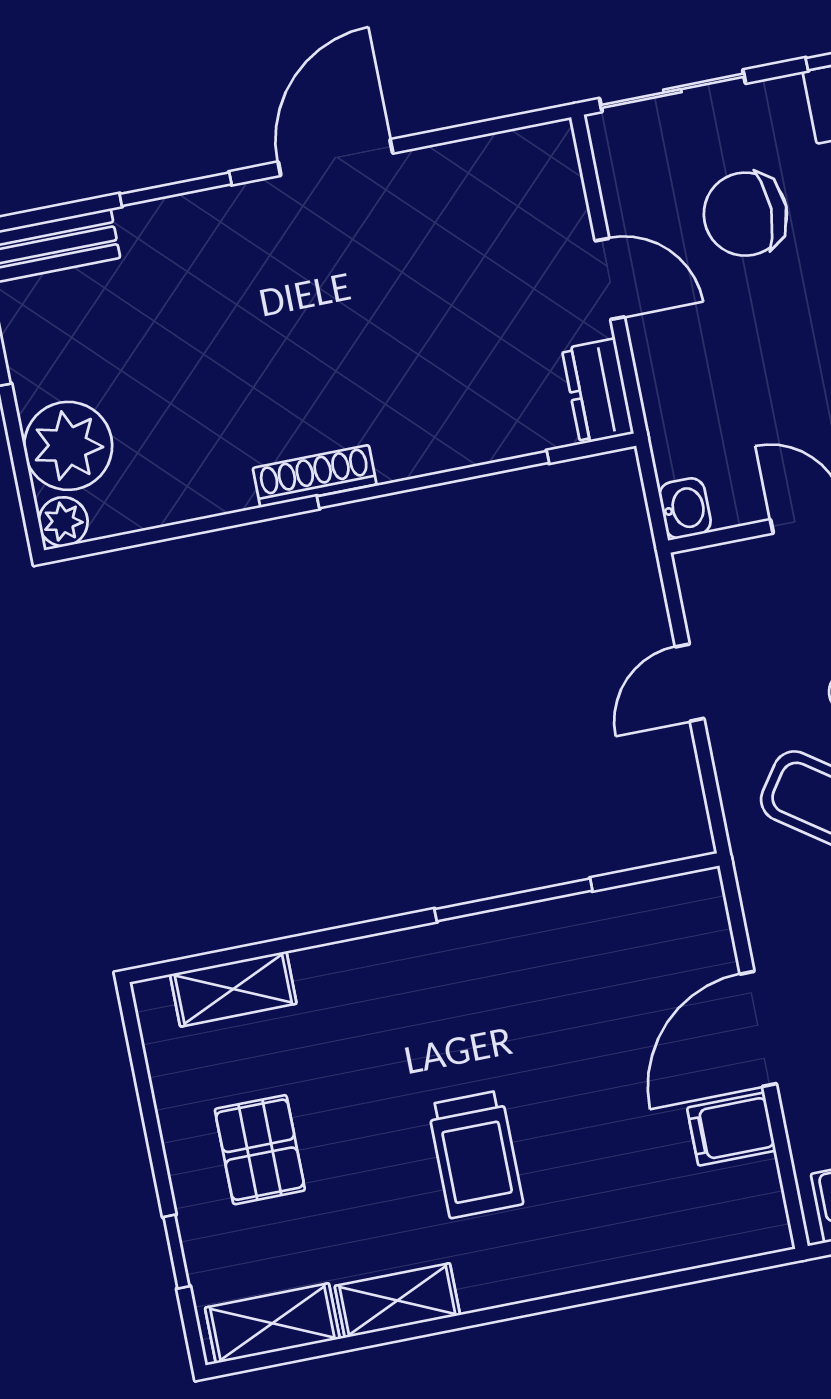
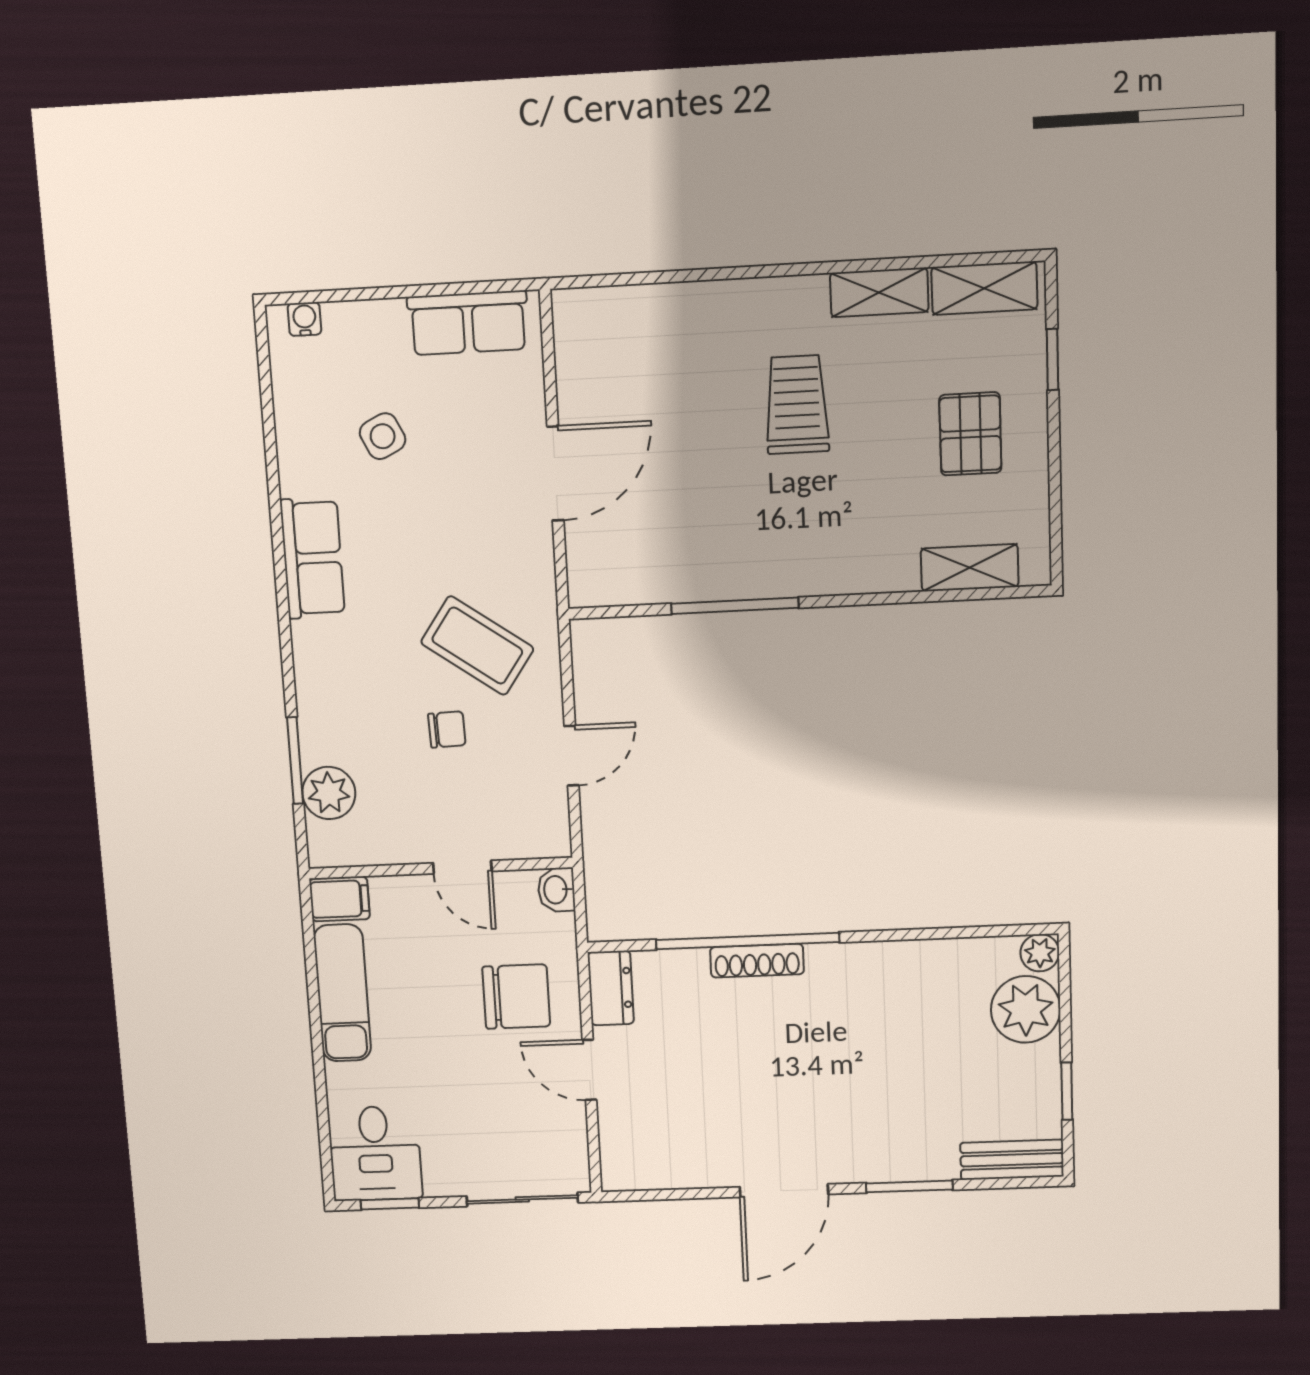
chair: (745, 214) -> (516, 997), moved
shoe rack: (315, 476) -> (757, 961), moved
filing cabinet: (731, 1129) -> (588, 395), removed

